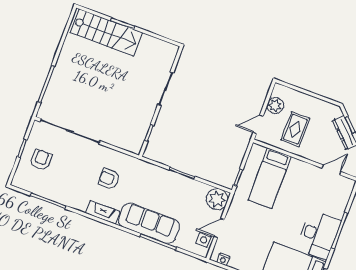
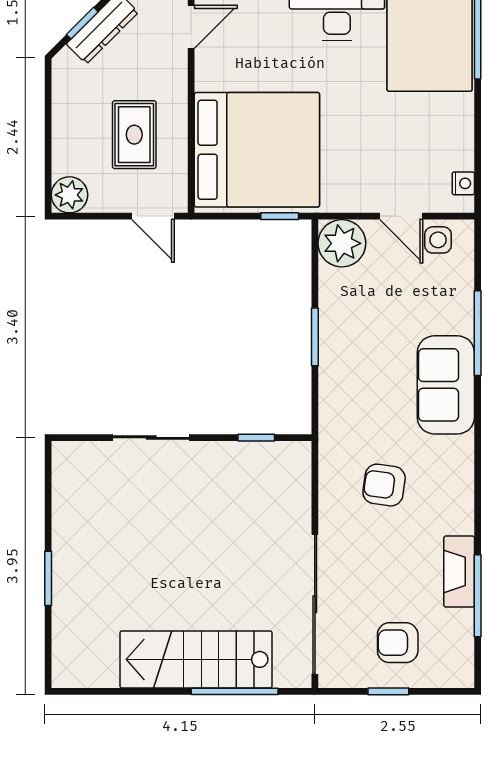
stairs: (106, 33) -> (196, 659), moved, turned -90
plant: (275, 106) -> (69, 195), moved
rug: (295, 129) -> (134, 135), turned 90
door: (331, 170) -> (191, 27), swing flipped
bed: (270, 178) -> (257, 150), width x2.04
armchair: (109, 179) -> (384, 485), turned 98
fireplace: (103, 212) -> (459, 571), moved
sofa: (149, 223) -> (446, 385), width x0.73

